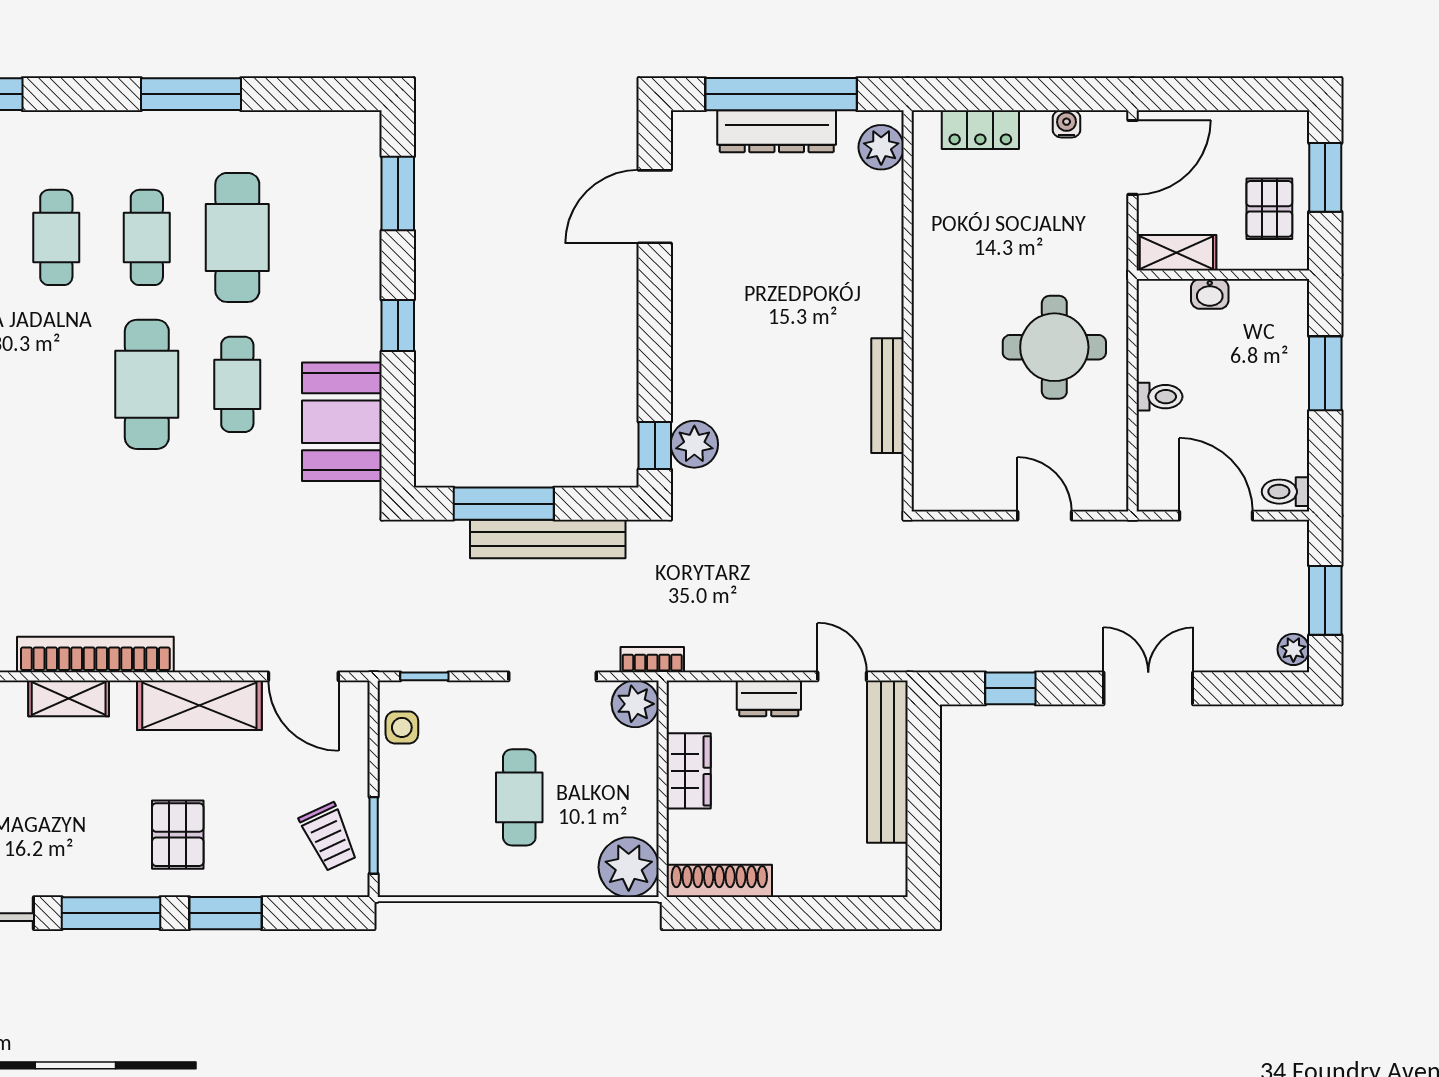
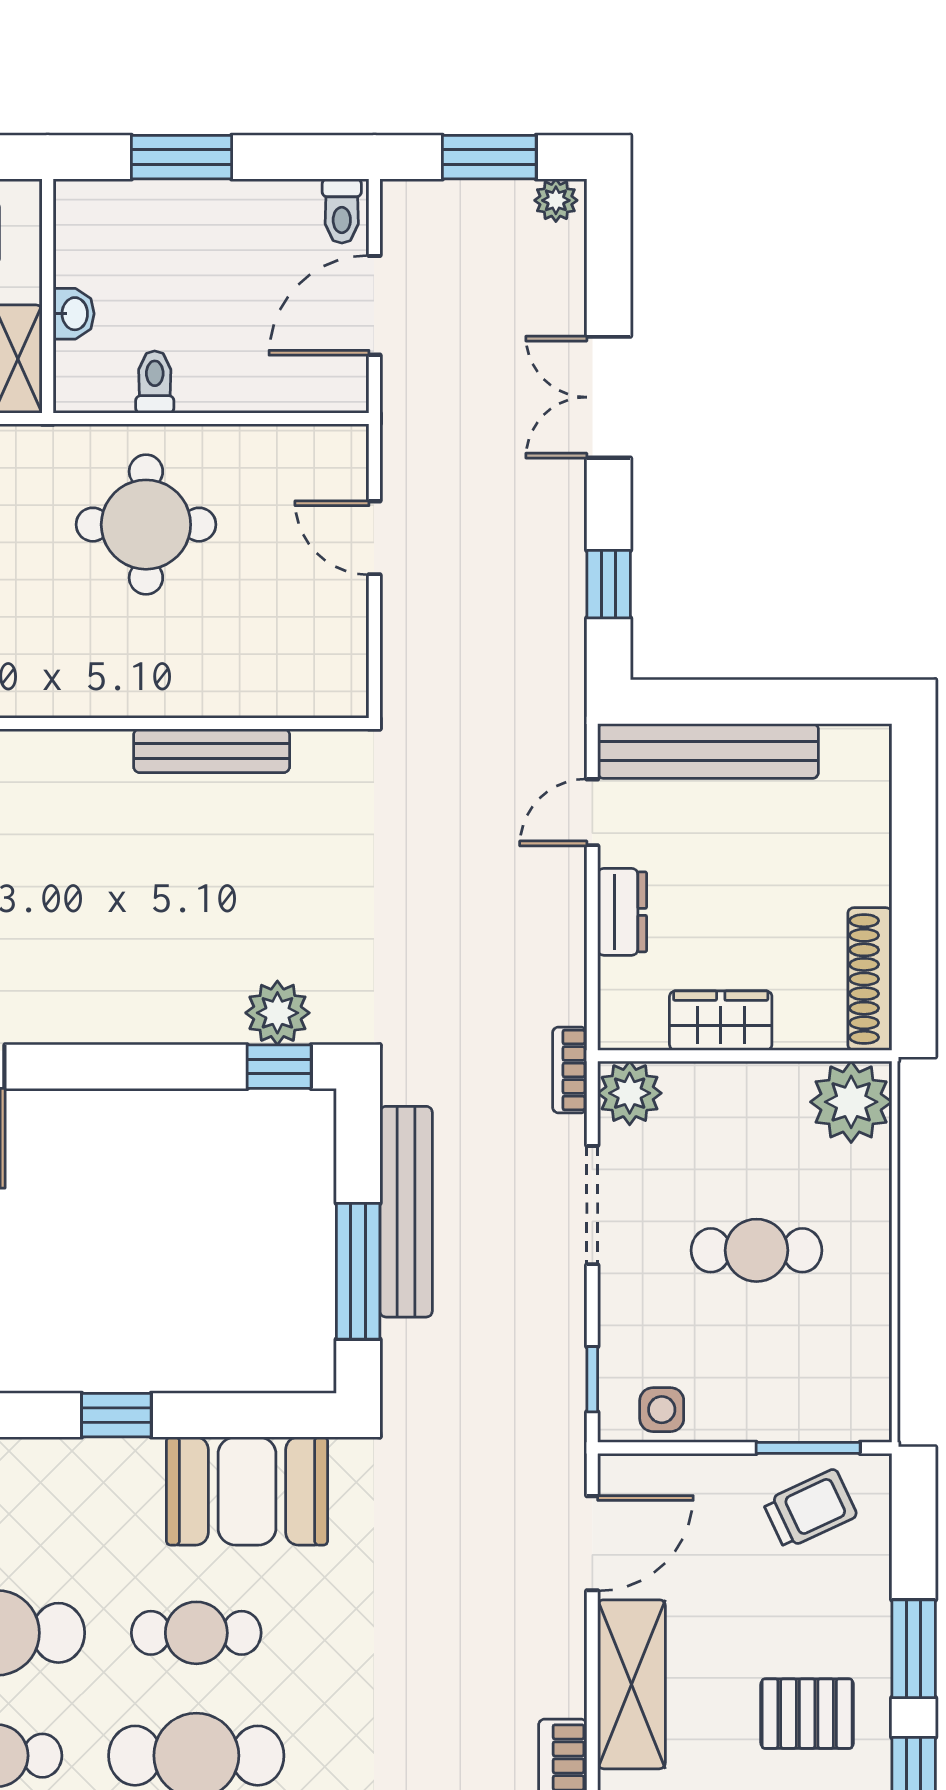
toilet: (1159, 397) -> (155, 382), moved
door: (1045, 516) -> (374, 538), hinge flipped

